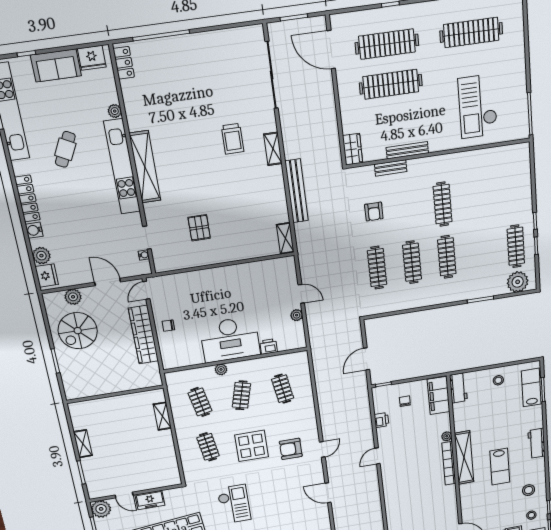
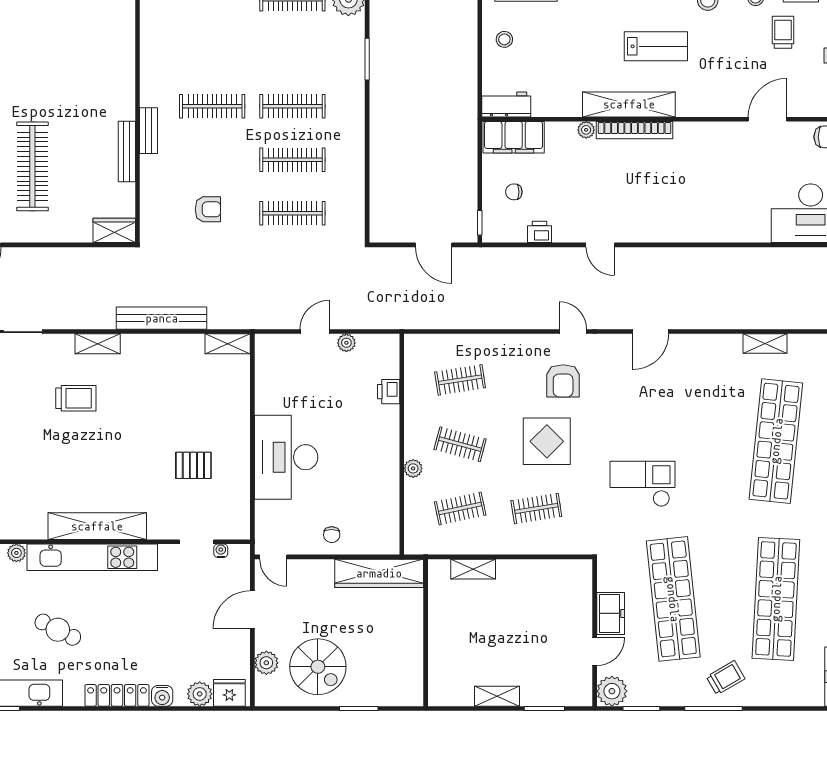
checkout: (478, 106) -> (80, 44), removed
bench: (391, 168) -> (149, 131), moved
wardrobe: (143, 335) -> (379, 573), moved
desk: (230, 340) -> (286, 457), moved, turned 180

